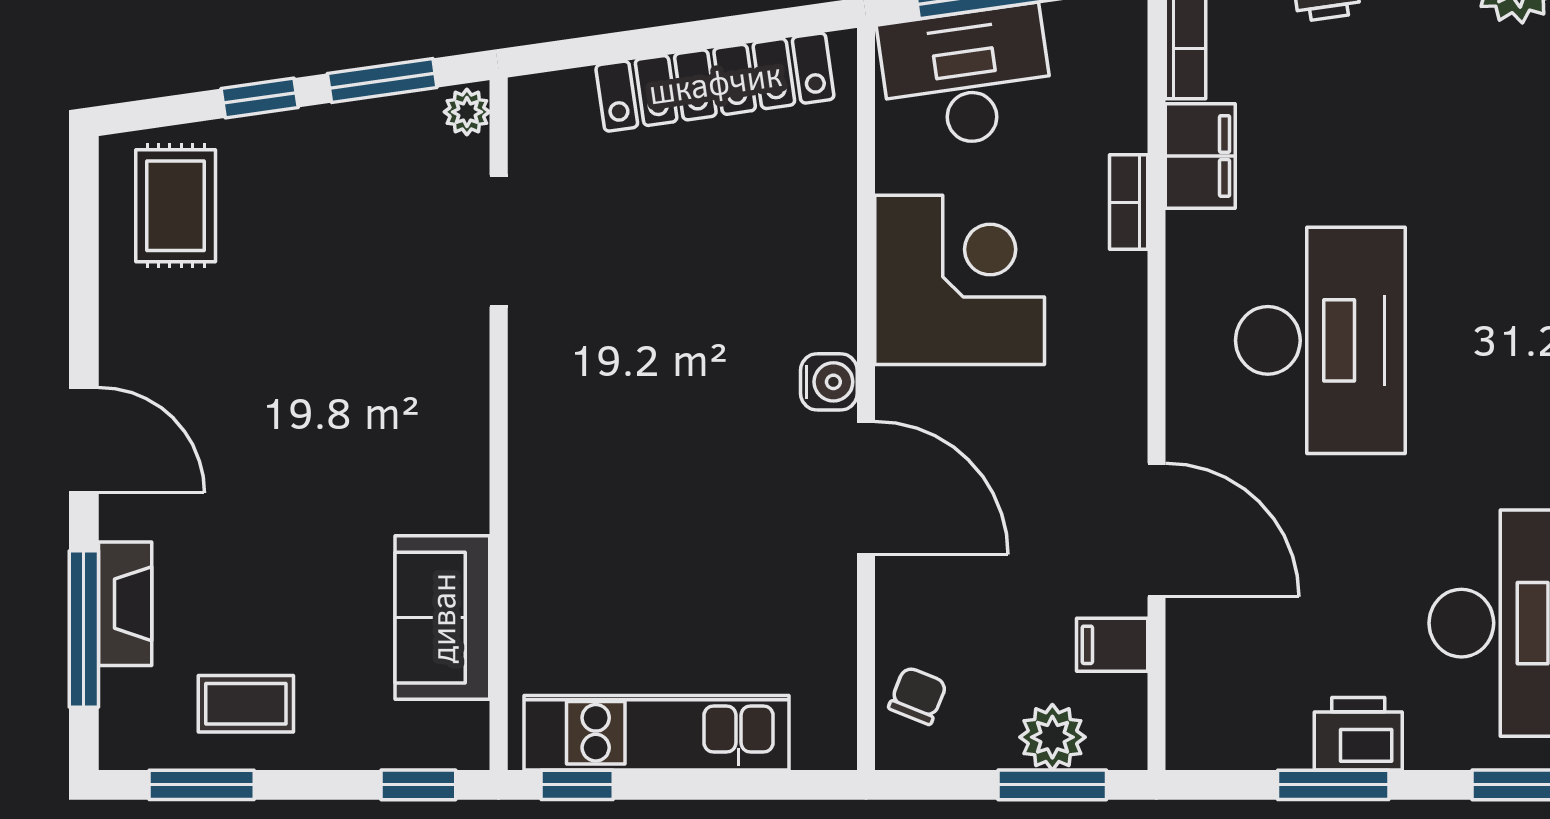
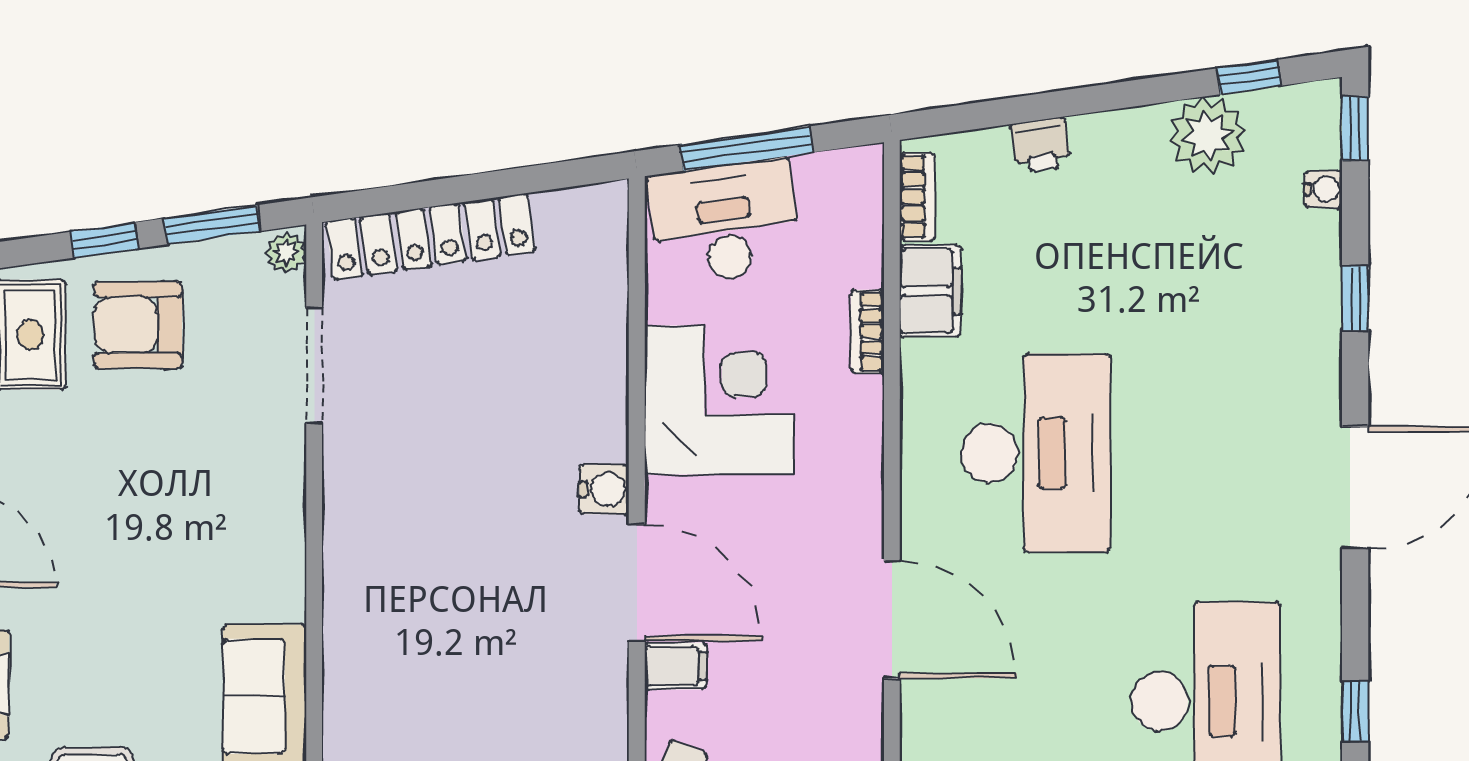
locker: (715, 82) -> (431, 237), moved
armchair: (298, 194) -> (138, 325), added
filing cabinet: (1112, 645) -> (676, 666), moved, turned 180

